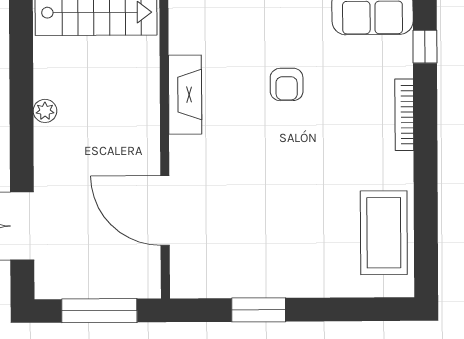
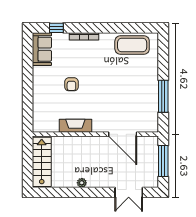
armchair: (287, 84) -> (71, 84), turned 90
door: (165, 211) -> (123, 134), hinge flipped
window: (259, 310) -> (163, 96), width x1.44

